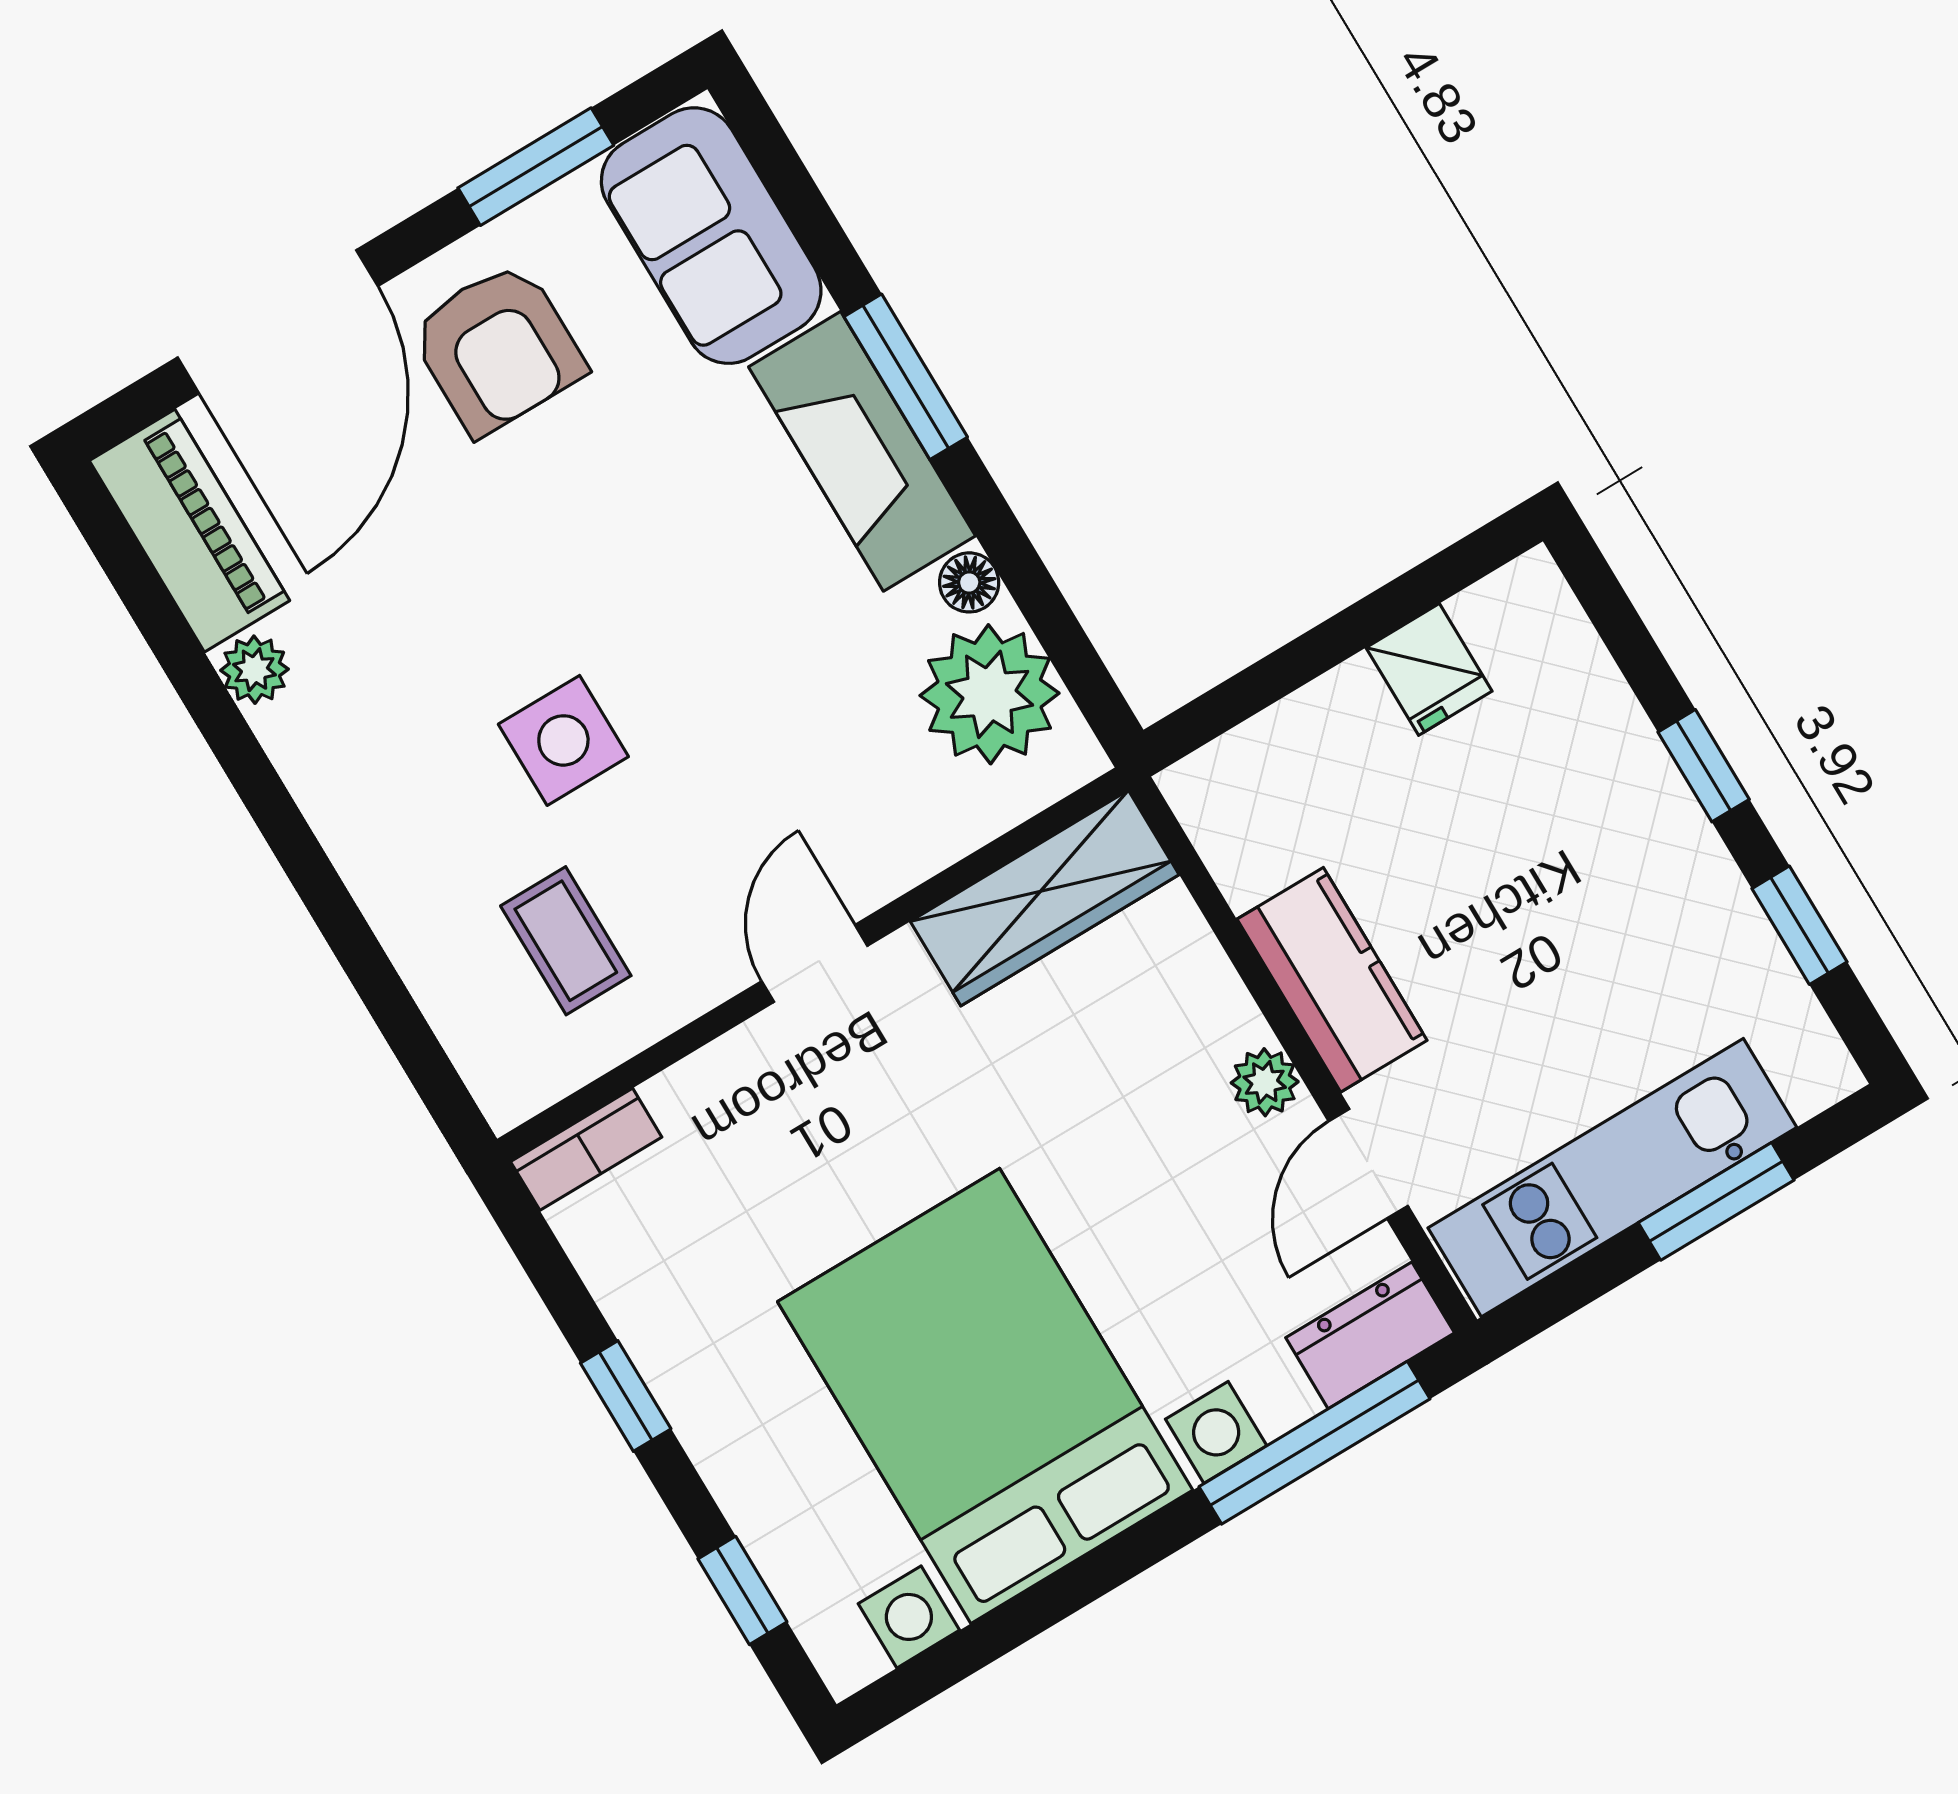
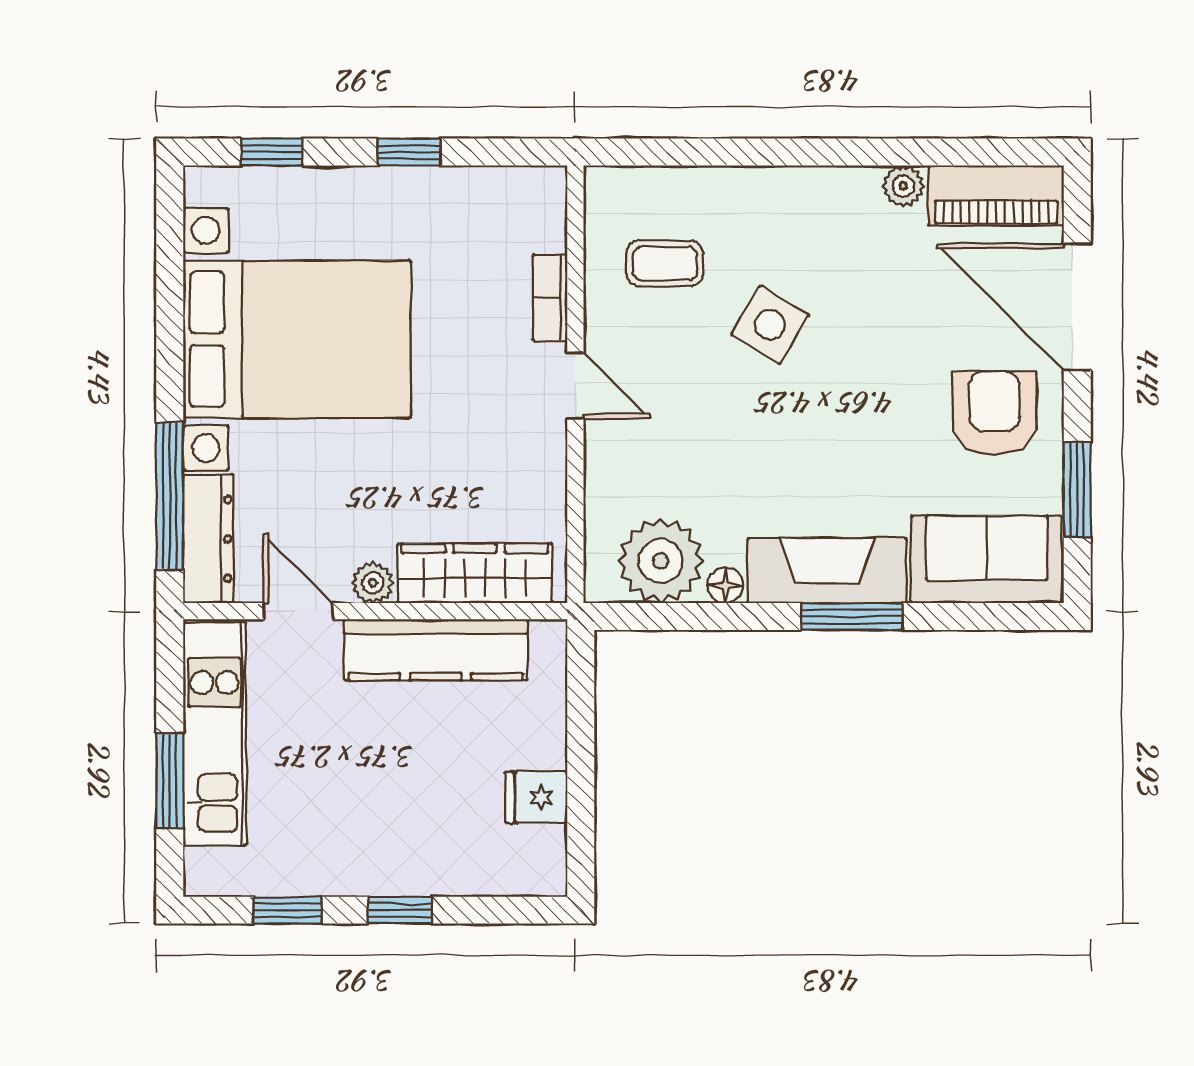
armchair: (497, 348) -> (995, 413), turned 90
side table: (563, 740) -> (770, 325), turned 31
wardrobe: (1045, 898) -> (475, 573), moved, turned 90
kitchen counter: (1332, 980) -> (436, 650), width x1.50
bookcase: (586, 1149) -> (550, 298), moved
dresser: (1370, 1335) -> (208, 539), width x1.44

